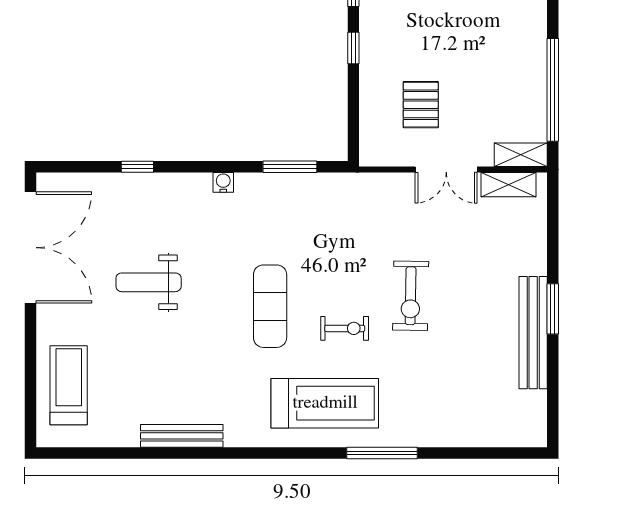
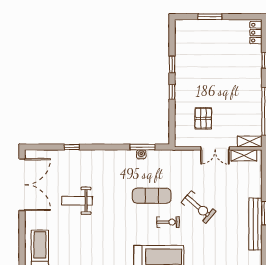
water cooler: (223, 182) -> (141, 154), moved
exercise bike: (411, 296) -> (199, 207), turned -51
exercise mat: (270, 306) -> (152, 196), moved, turned 90

